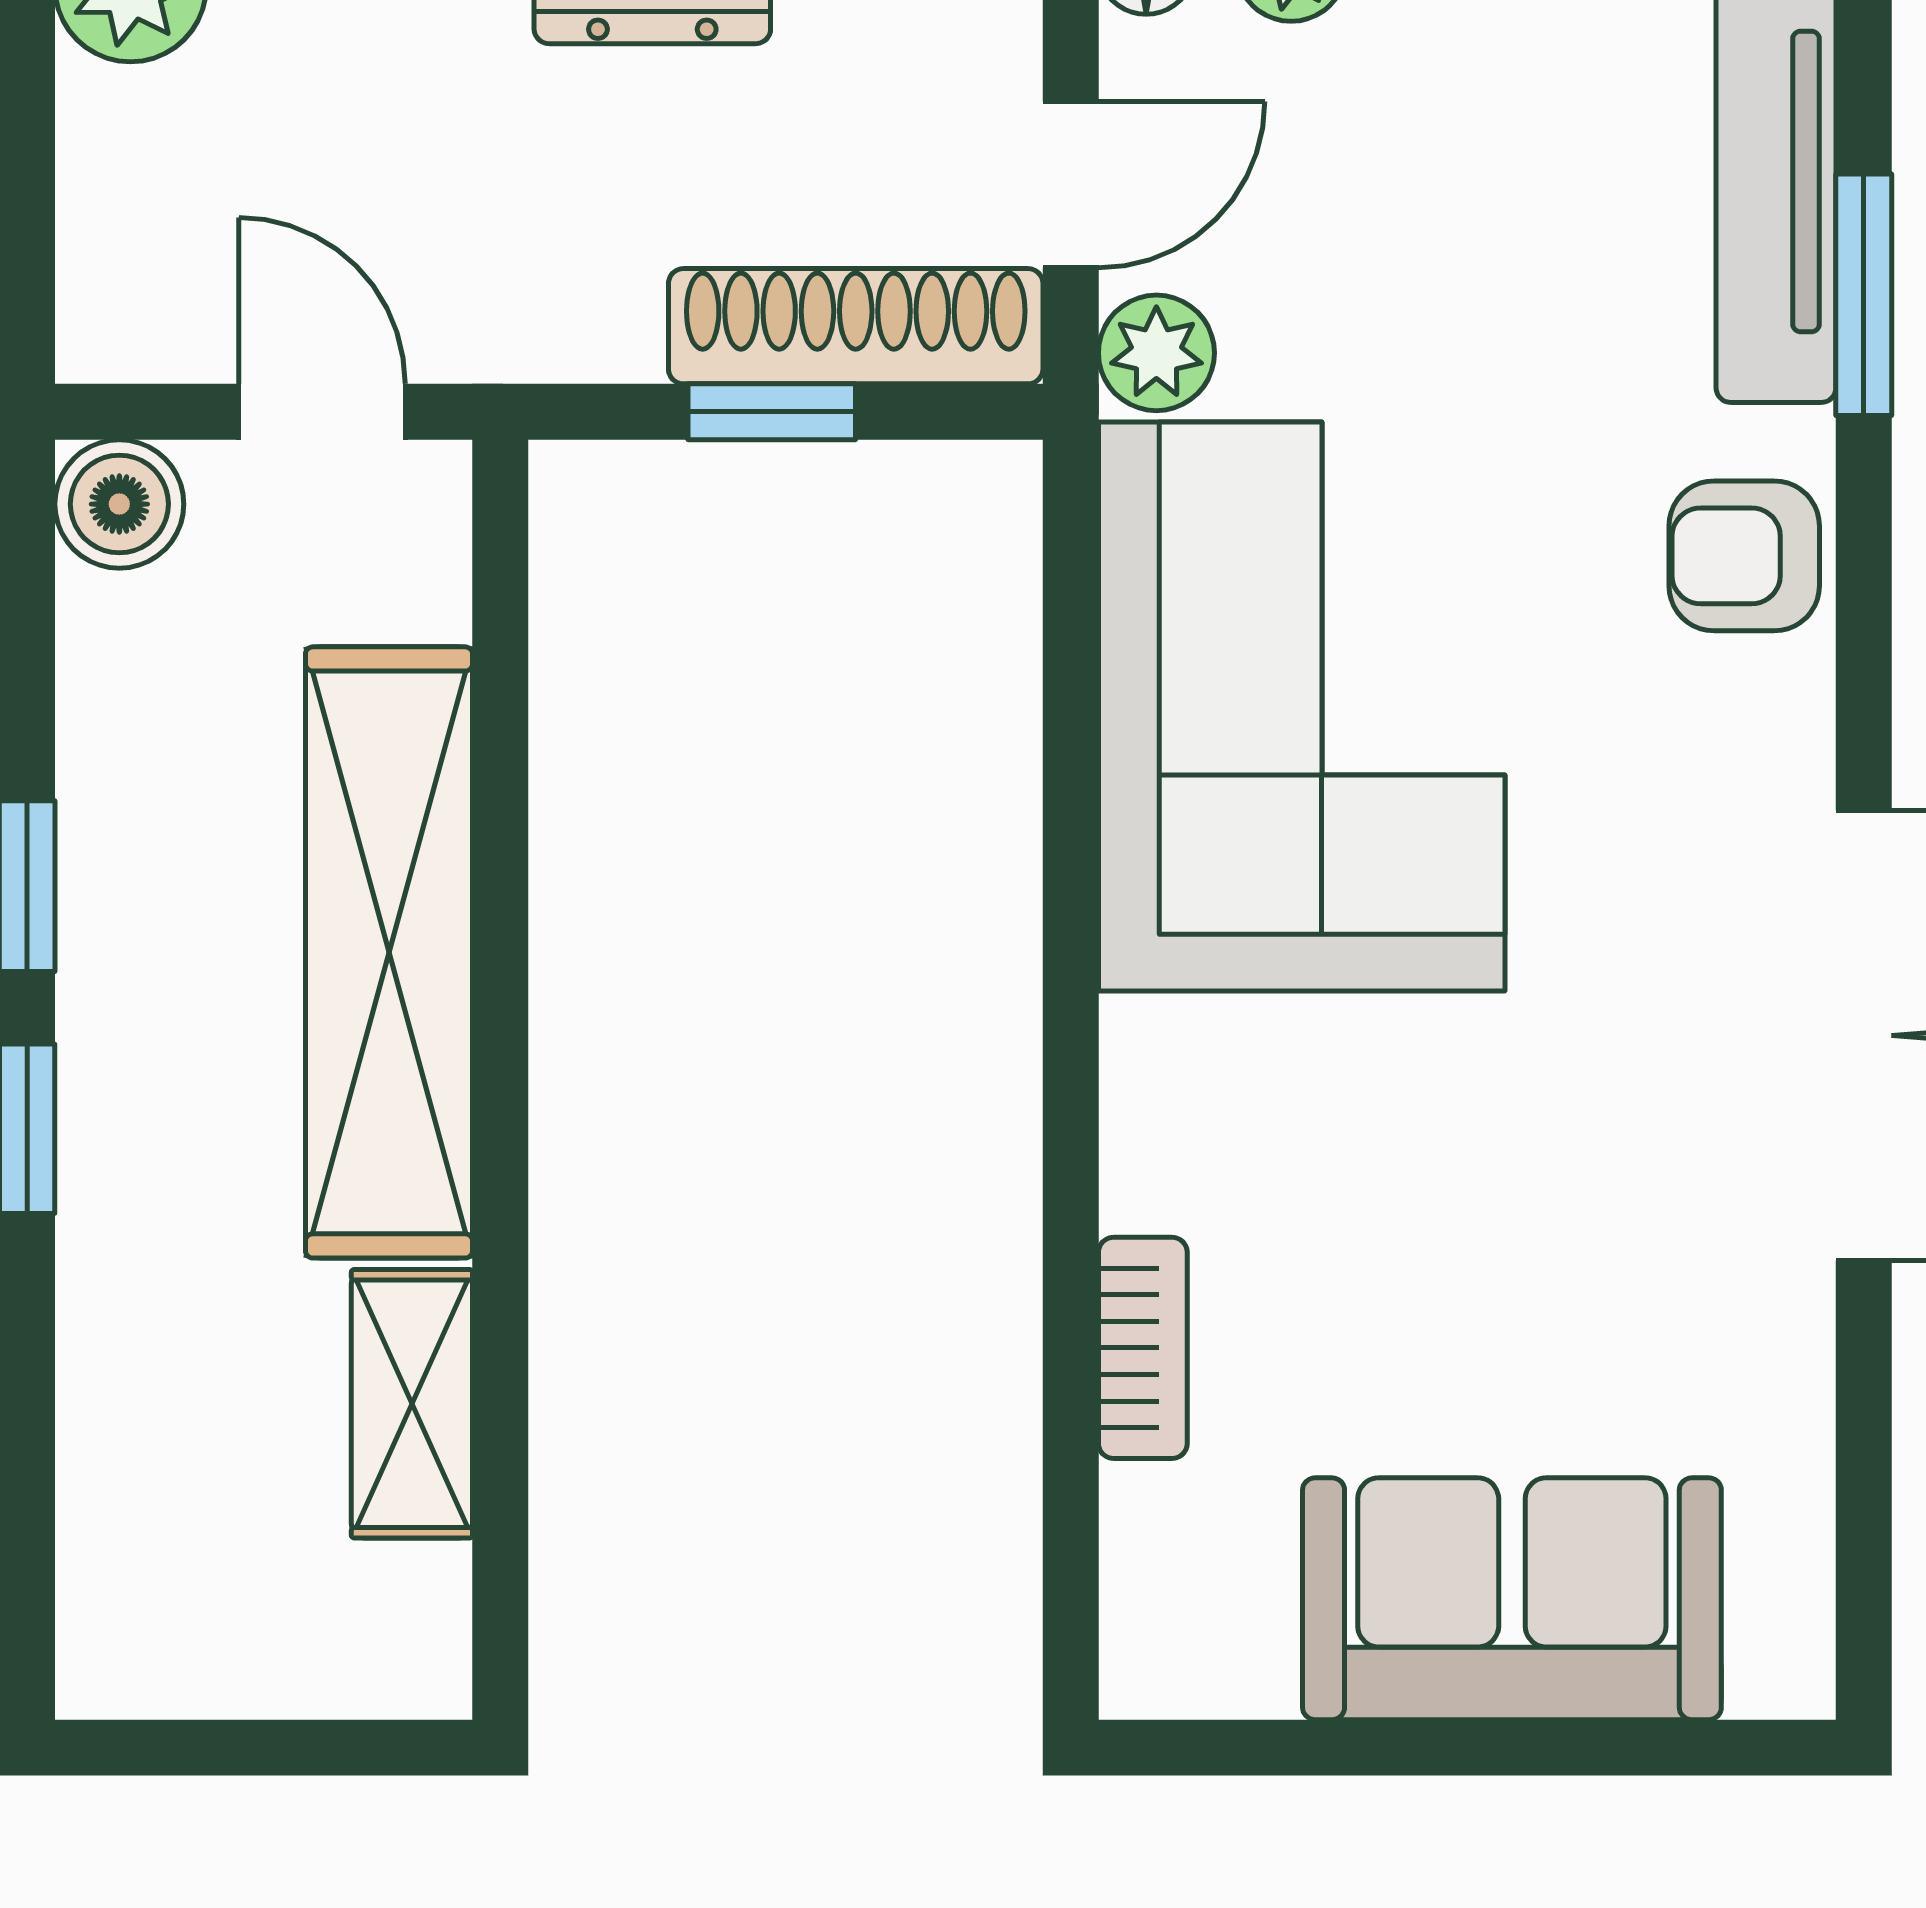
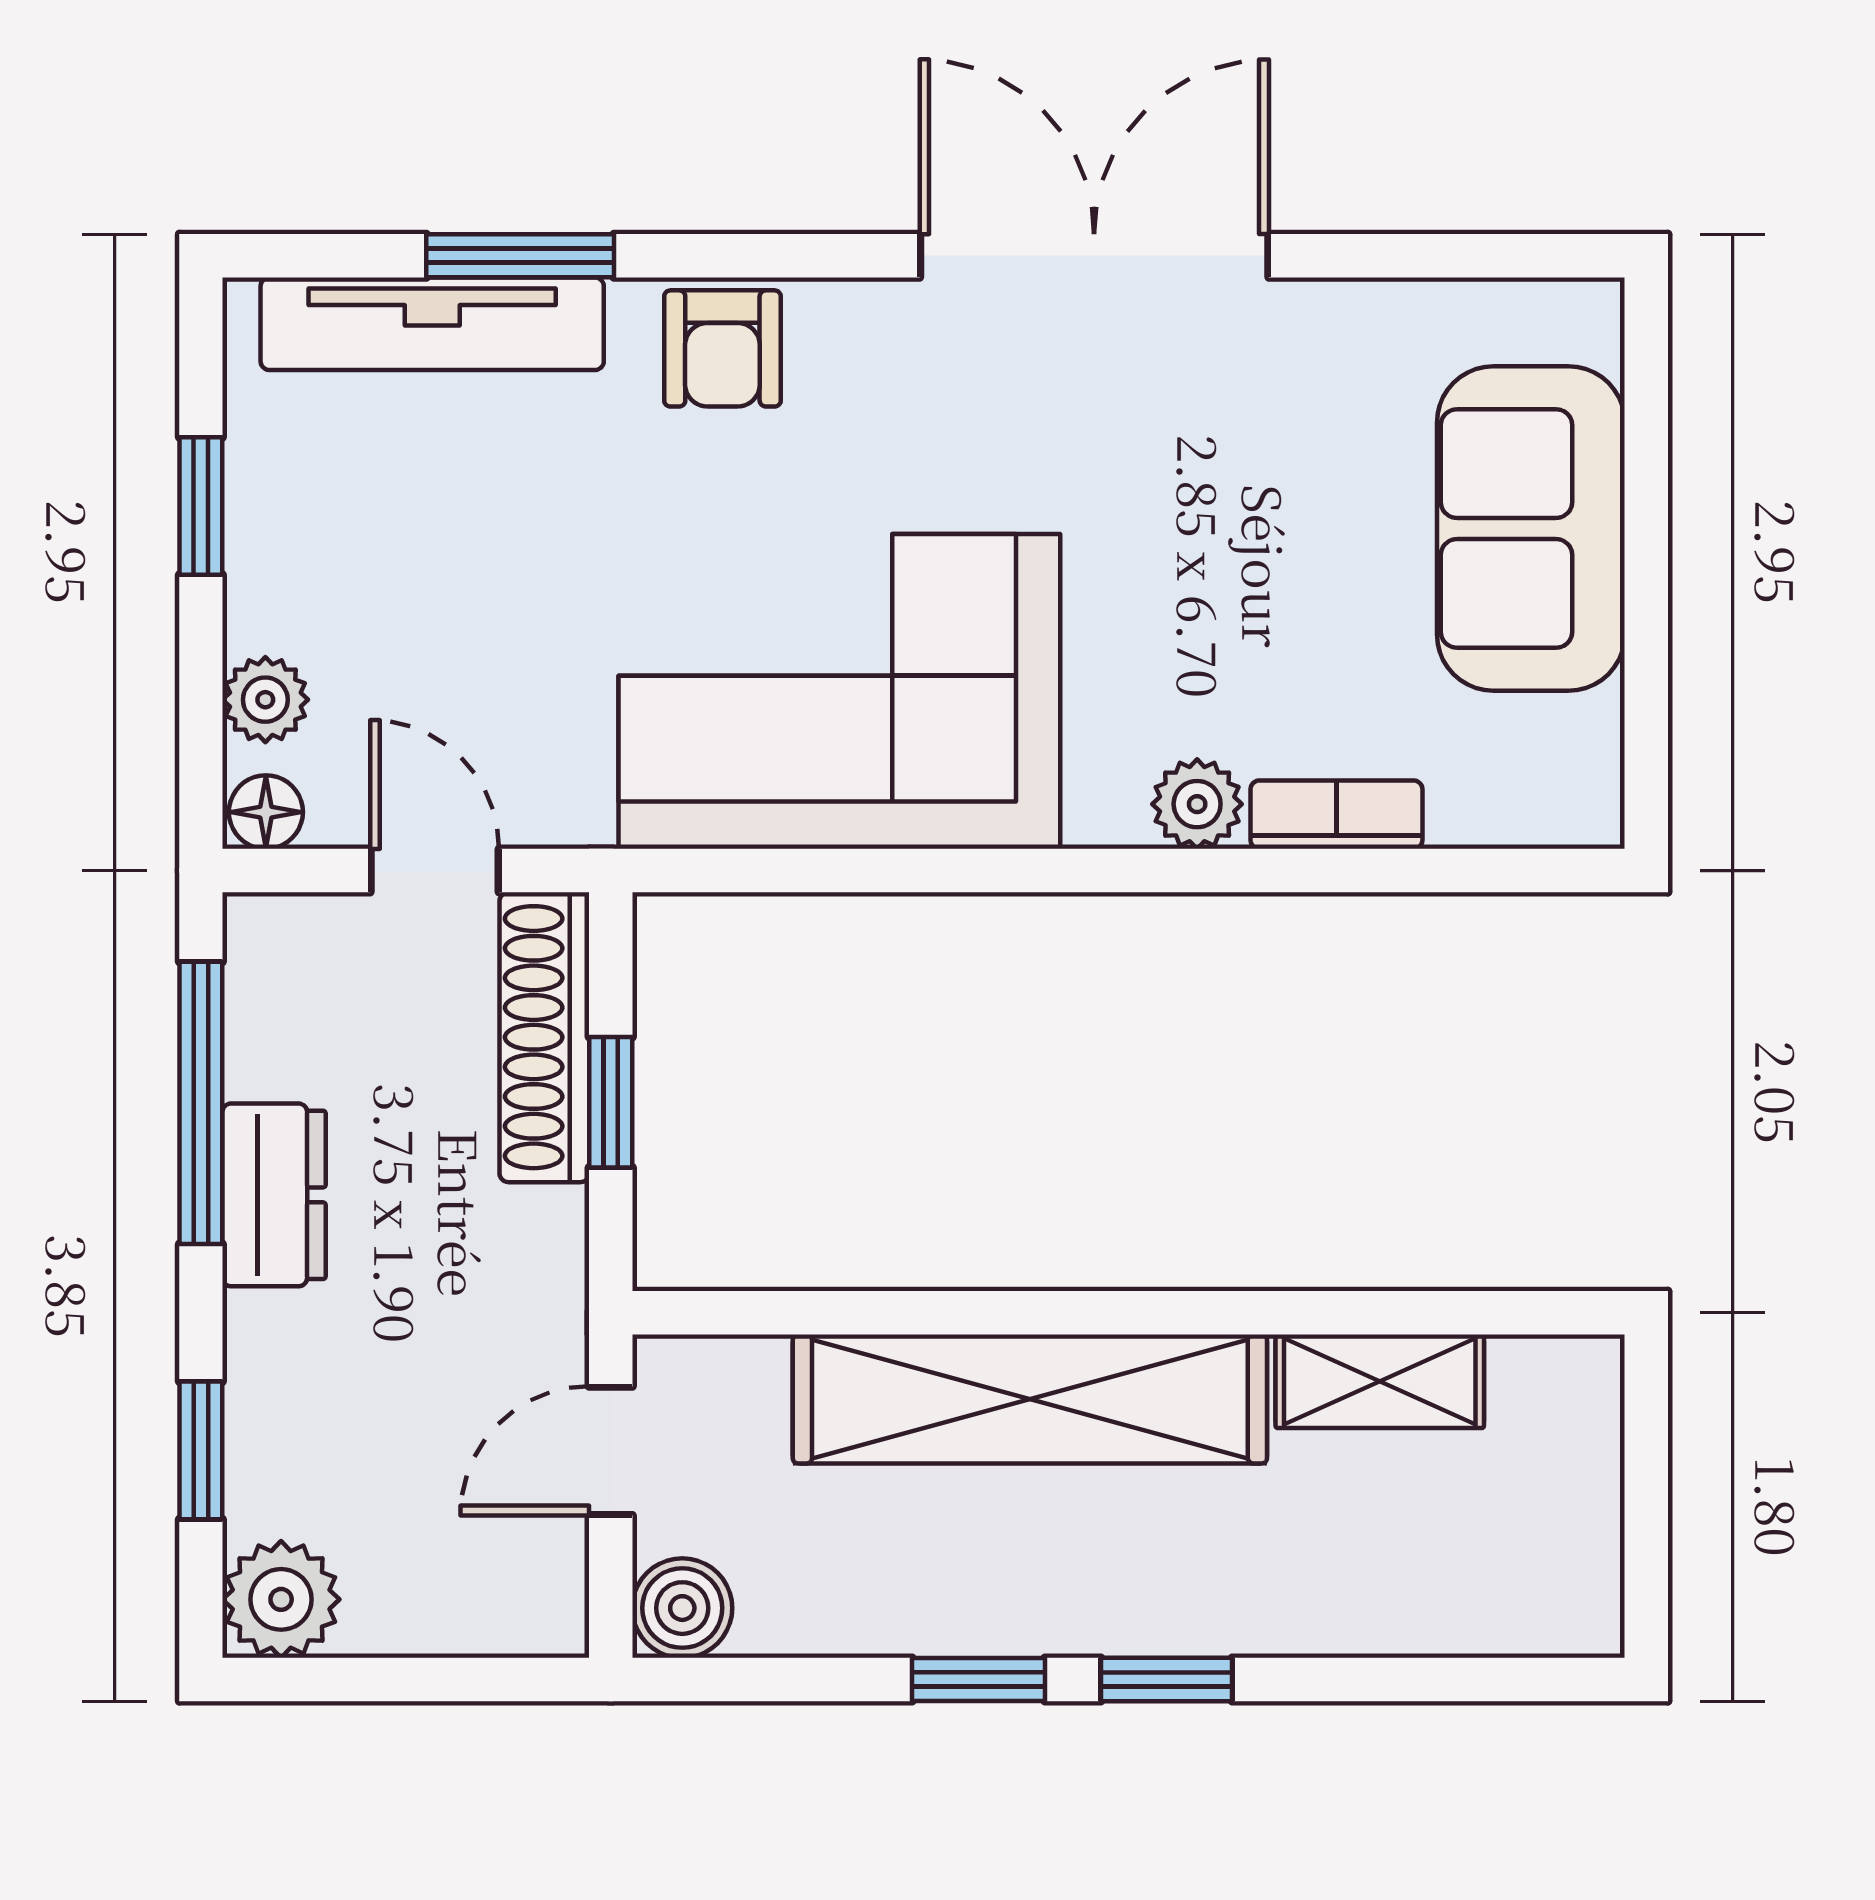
plant: (1156, 353) -> (1197, 804), moved

